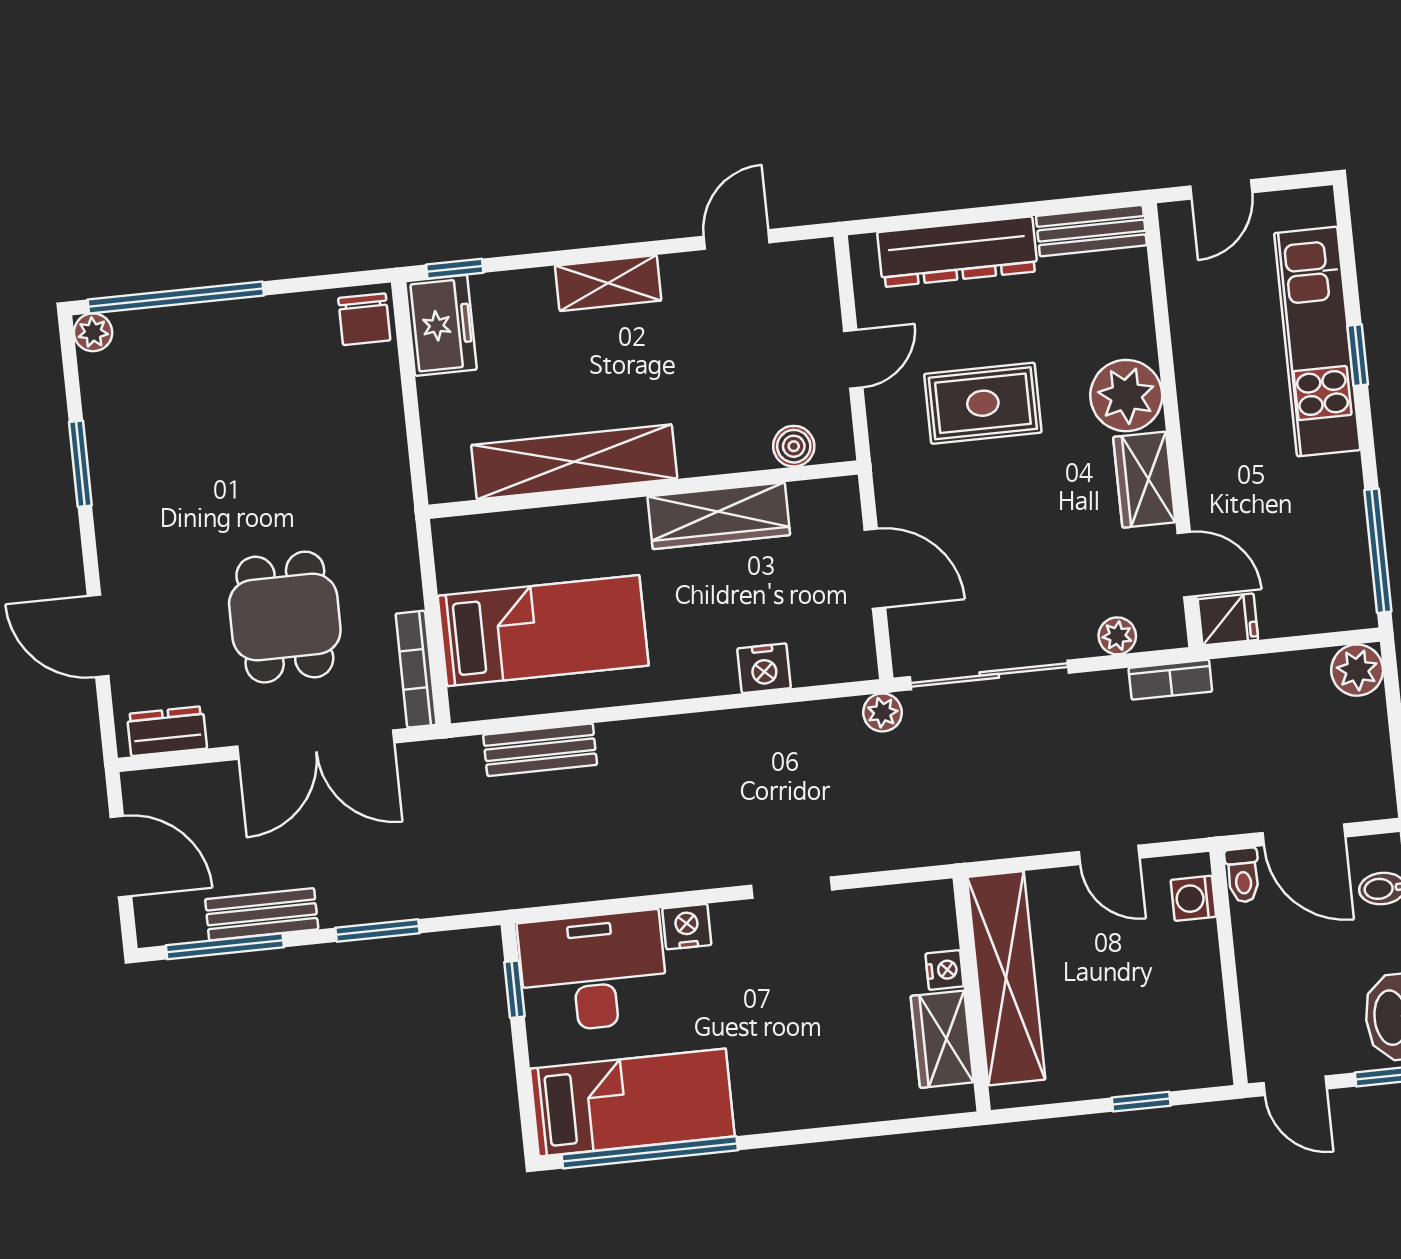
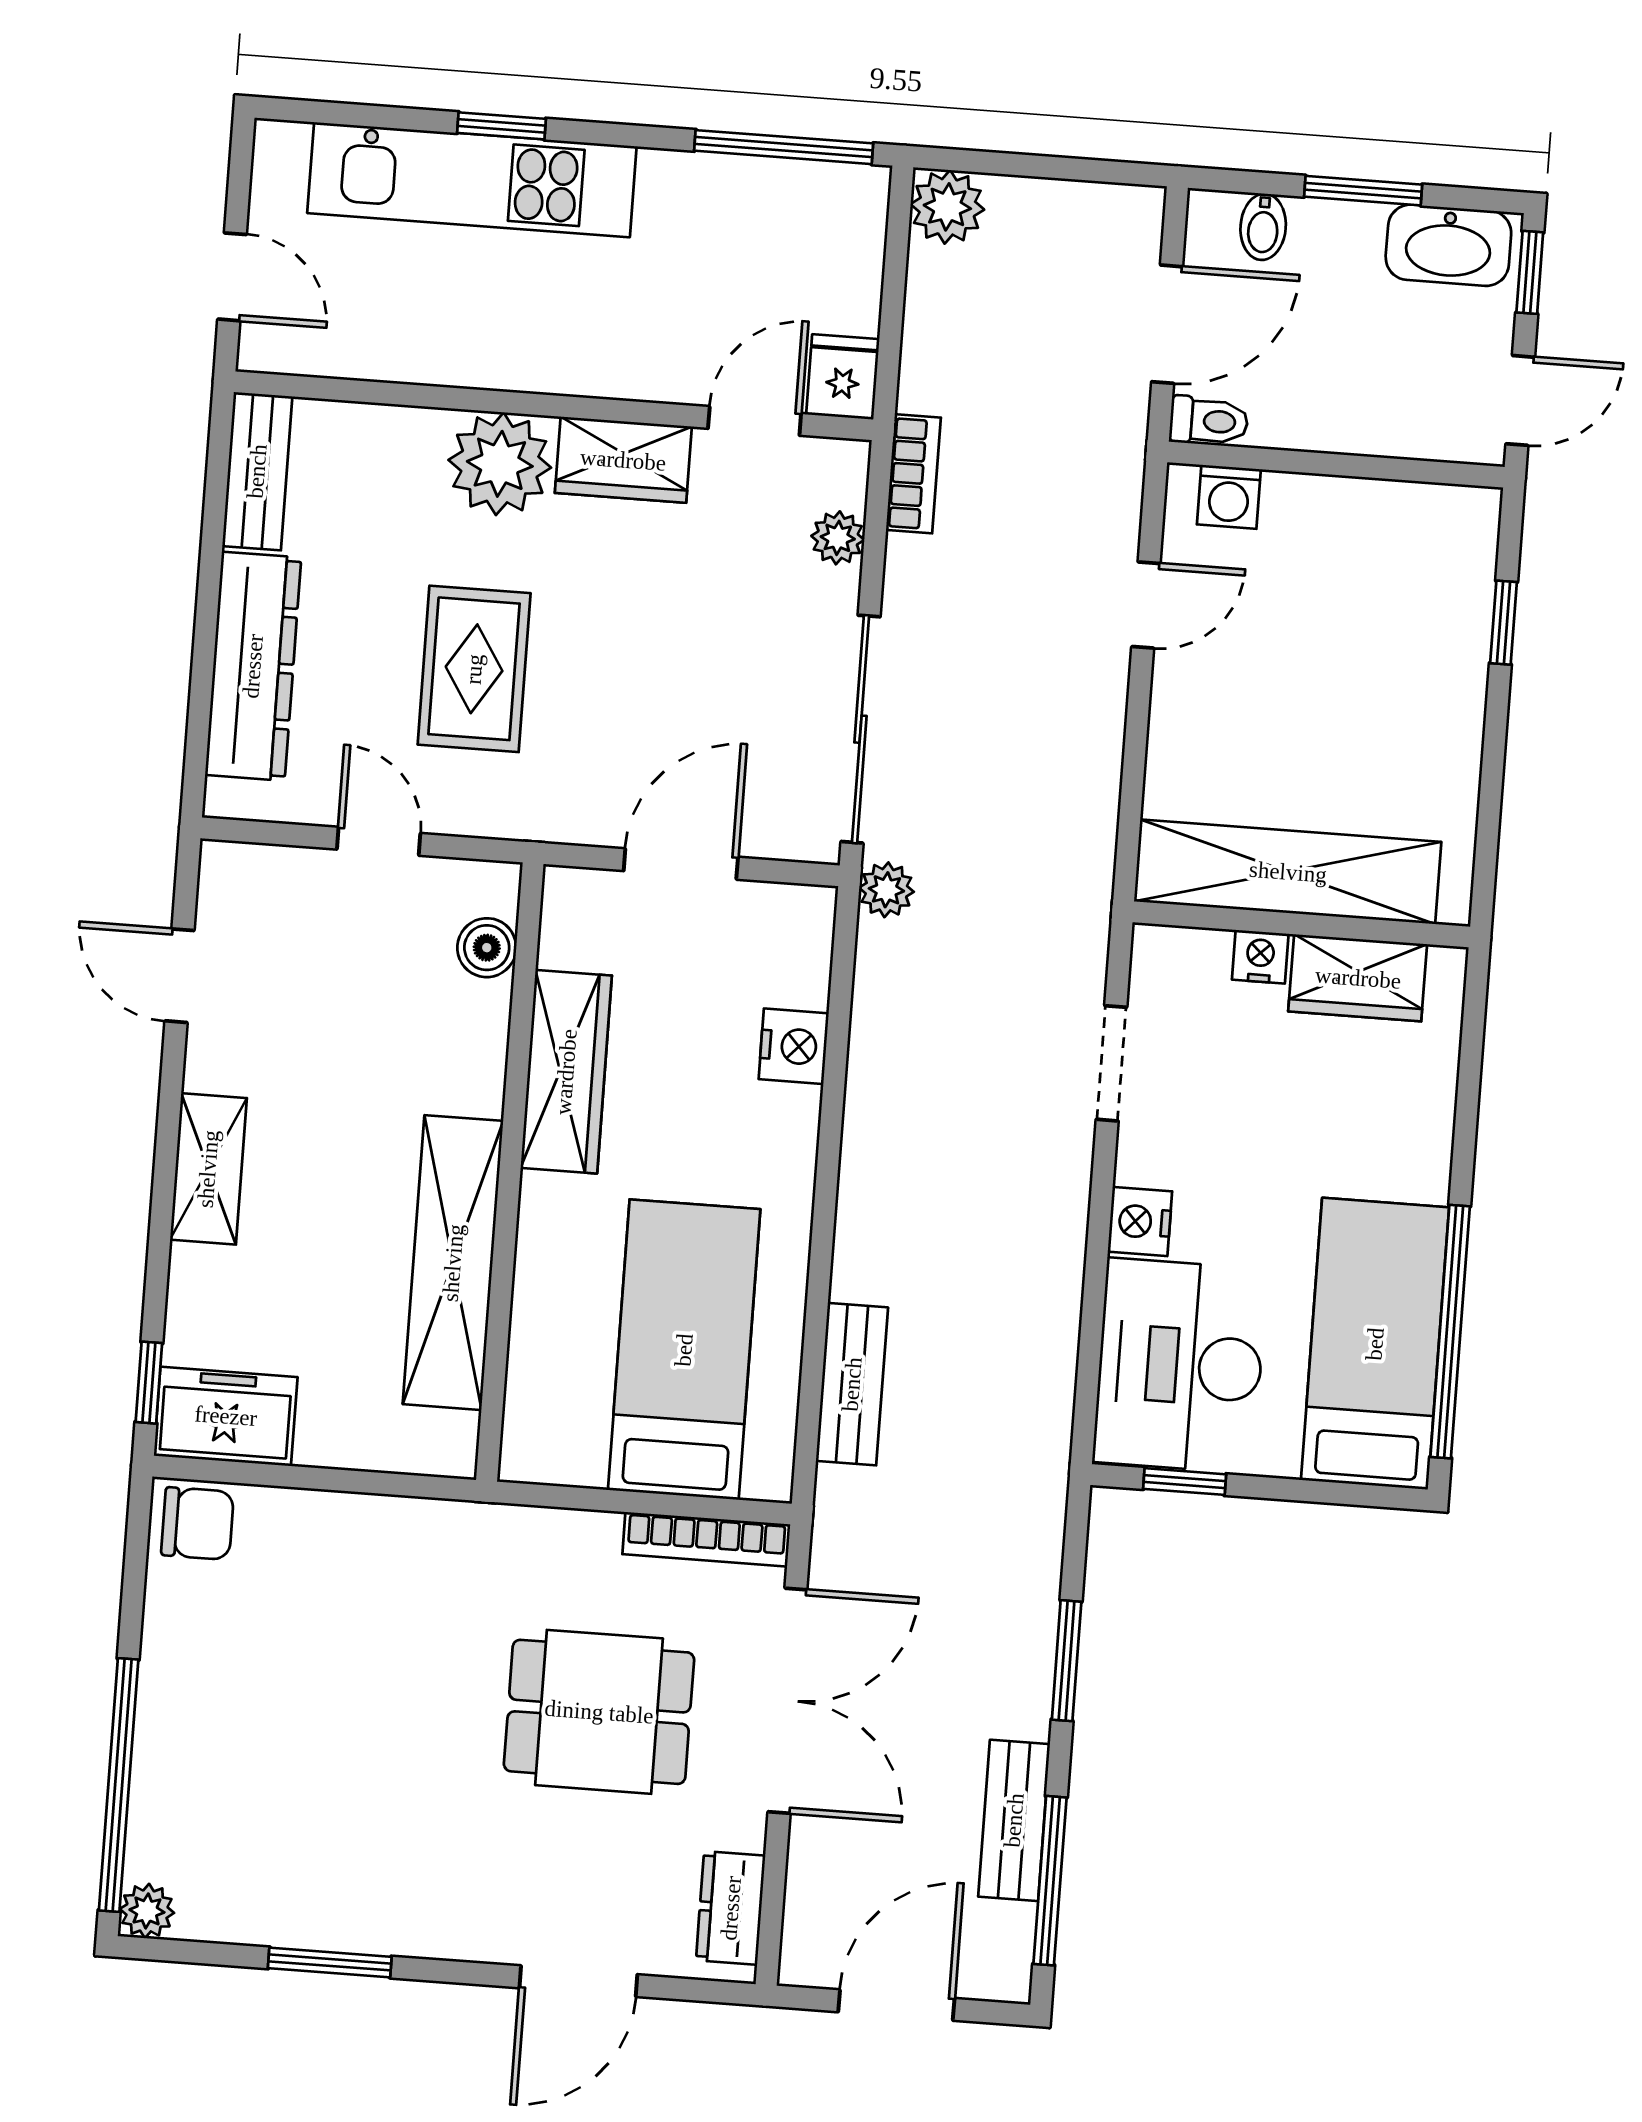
nightstand: (945, 970) -> (1260, 957), moved
shelving: (1006, 978) -> (1288, 872), moved
wall: (972, 994) -> (1301, 924), moved
wardrobe: (942, 1039) -> (1358, 978), moved

